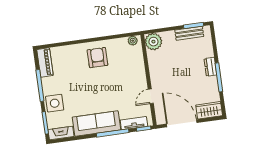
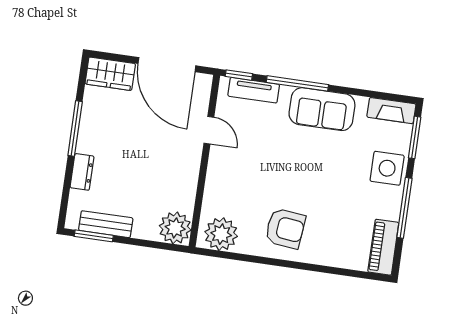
plant: (133, 41) -> (221, 234), width x1.88, depth x1.88
armchair: (97, 58) -> (285, 228), turned -84
dresser: (210, 67) -> (82, 172), moved
door: (151, 96) -> (209, 130), hinge flipped
sofa: (96, 124) -> (322, 109), width x0.73

